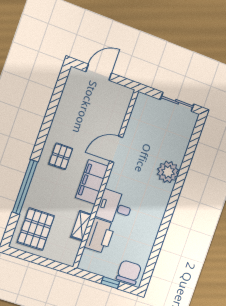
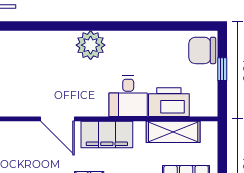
plant: (168, 172) -> (91, 45), moved
shelving: (81, 226) -> (173, 132), width x1.50, depth x1.33

